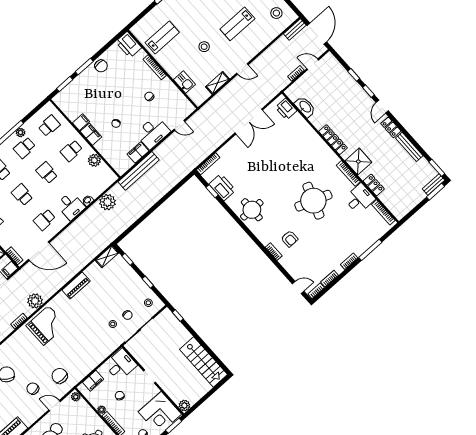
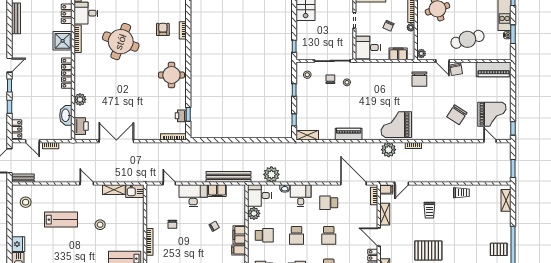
kitchen sink: (184, 82) -> (135, 191), moved, turned -90
locker: (391, 127) -> (17, 129), moved
plant: (305, 129) -> (80, 99), added
desk: (102, 178) -> (259, 195), added
printer: (222, 187) -> (181, 116), width x0.53, depth x0.68
school desk: (44, 220) -> (329, 203), turned 180
chair: (33, 389) -> (456, 69), moved

